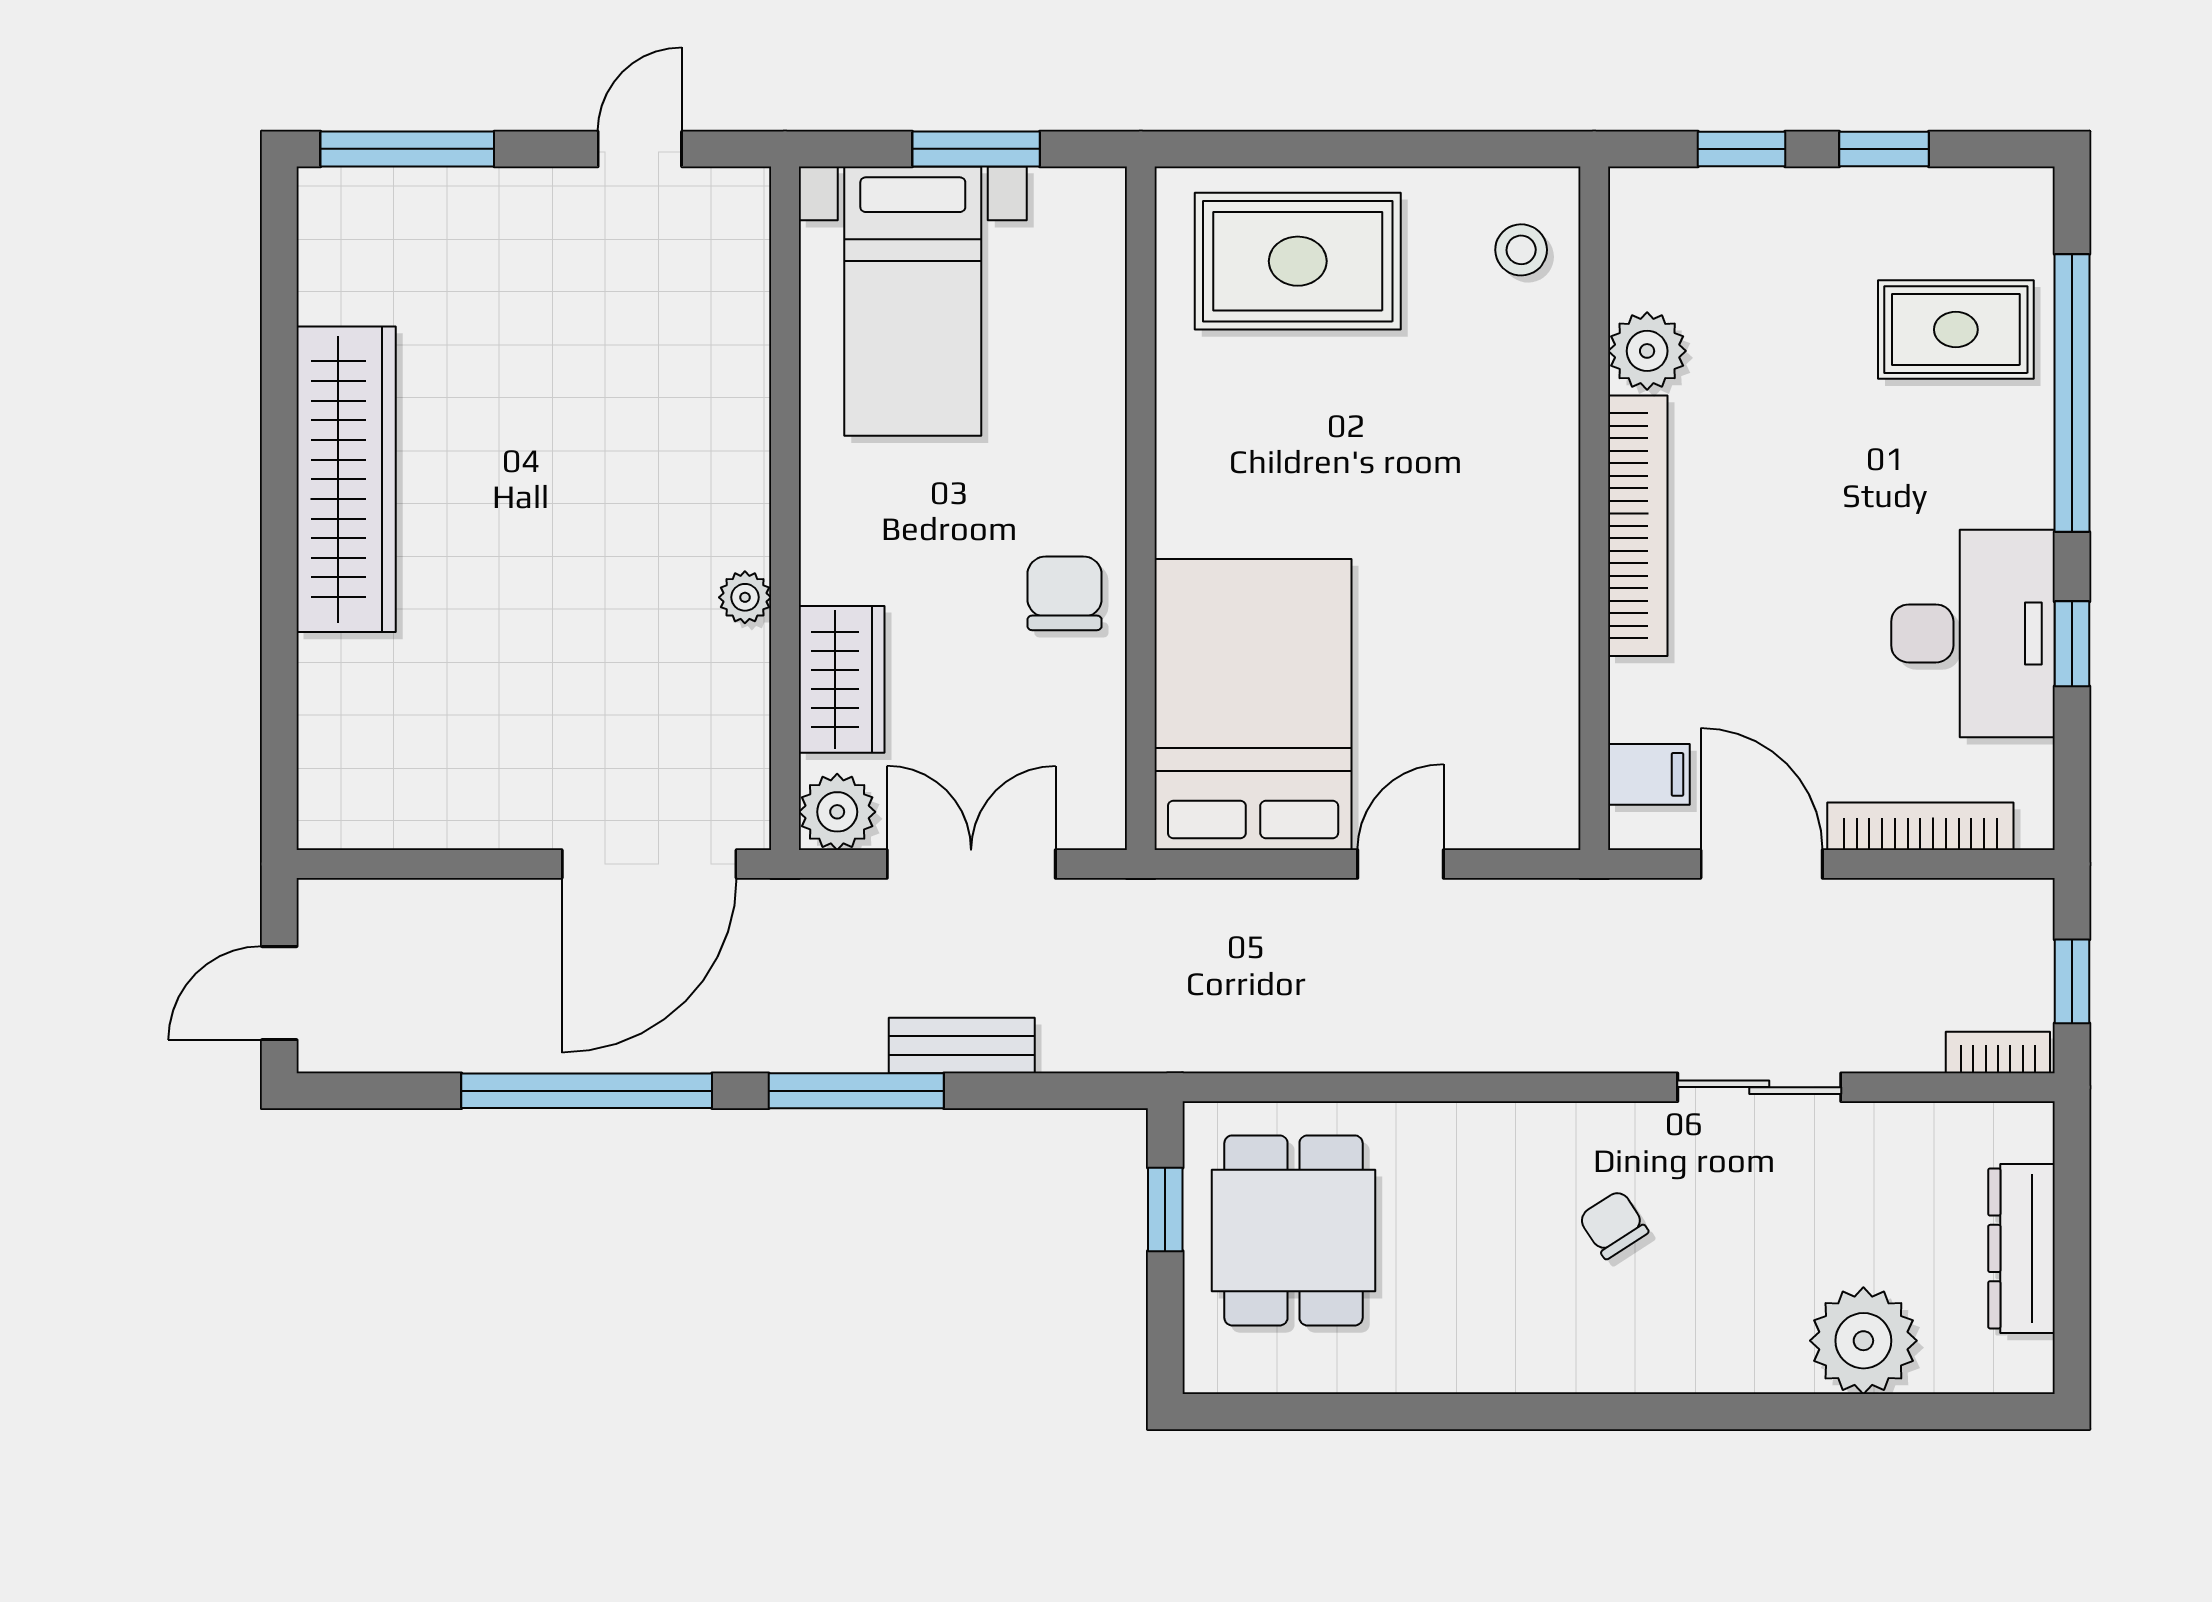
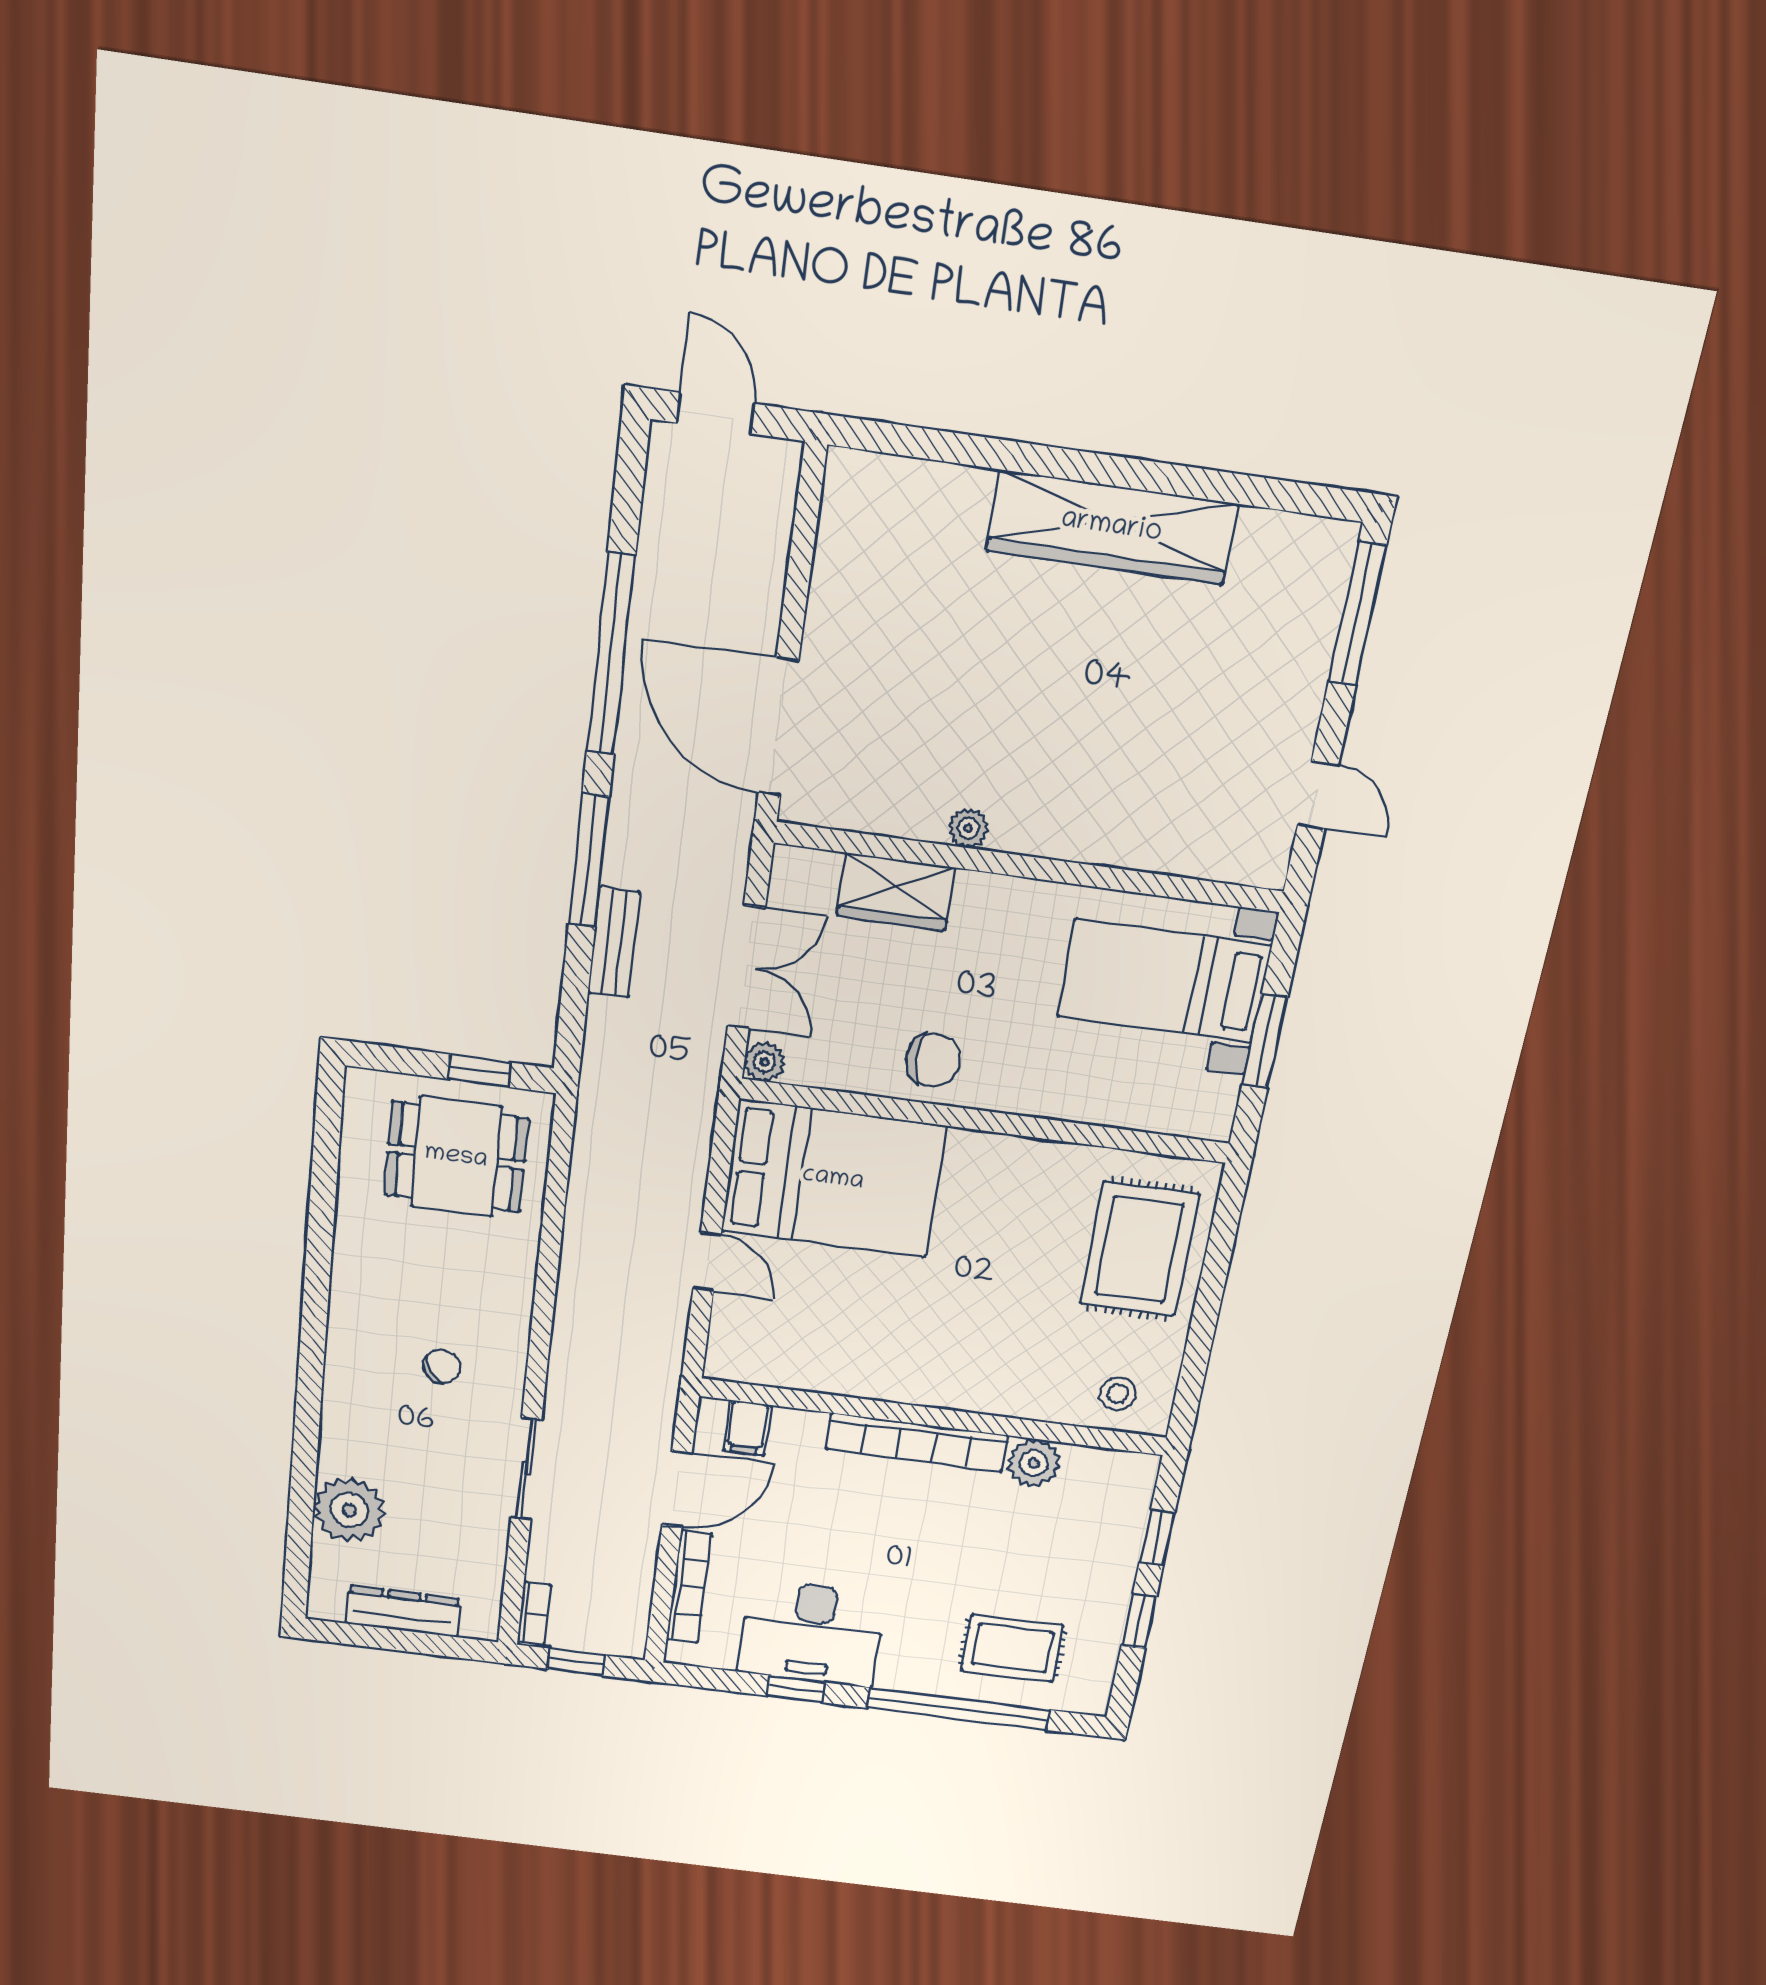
rug: (1956, 330) -> (1012, 1648), turned 90
plant: (837, 812) -> (764, 1062), moved, width x0.73, depth x0.73

